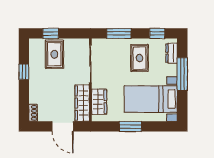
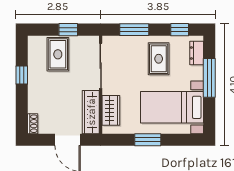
window: (51, 33) -> (68, 30), moved

